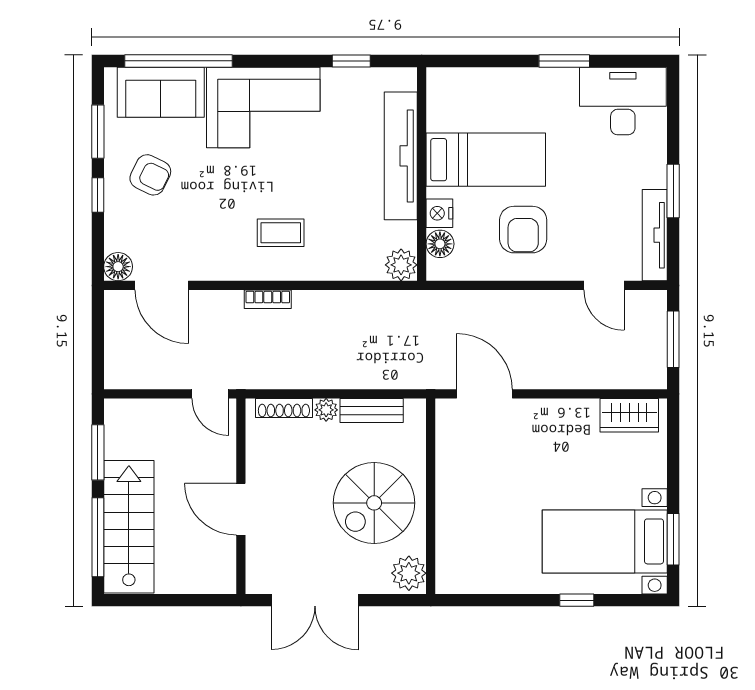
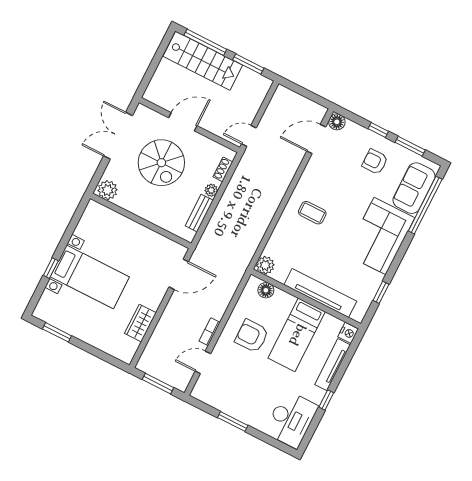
window: (564, 61) -> (326, 400), width x0.67
armchair: (150, 175) -> (375, 162), turned 64
nightstand: (439, 213) -> (348, 333), moved, turned 90
coffee table: (281, 233) -> (312, 213), turned 90
tv unit: (655, 235) -> (333, 365), moved, turned -90
bookcase: (268, 299) -> (210, 332), moved
shoe rack: (284, 408) -> (223, 169), width x0.70
wardrobe: (629, 415) -> (140, 323), moved
spiral stairs: (374, 503) -> (161, 163), moved, turned 180
bed with nightstands: (605, 541) -> (90, 277), moved, turned 90

